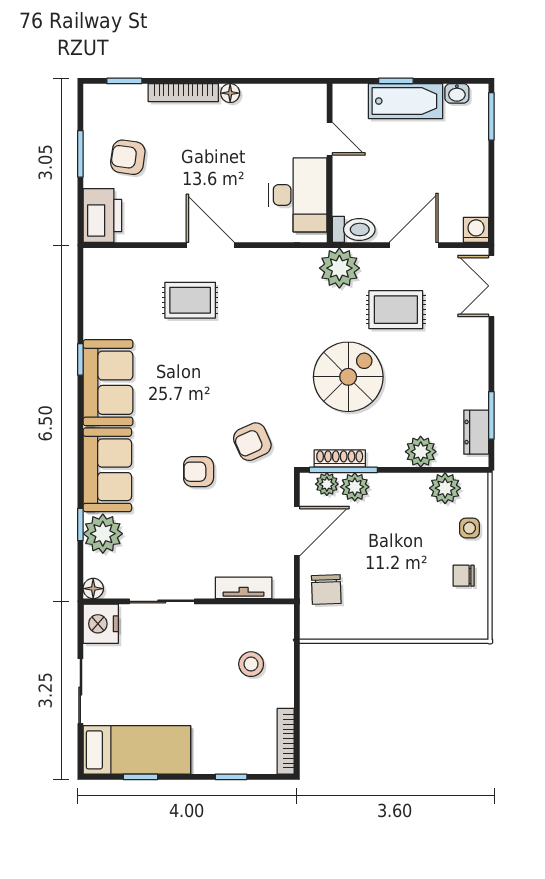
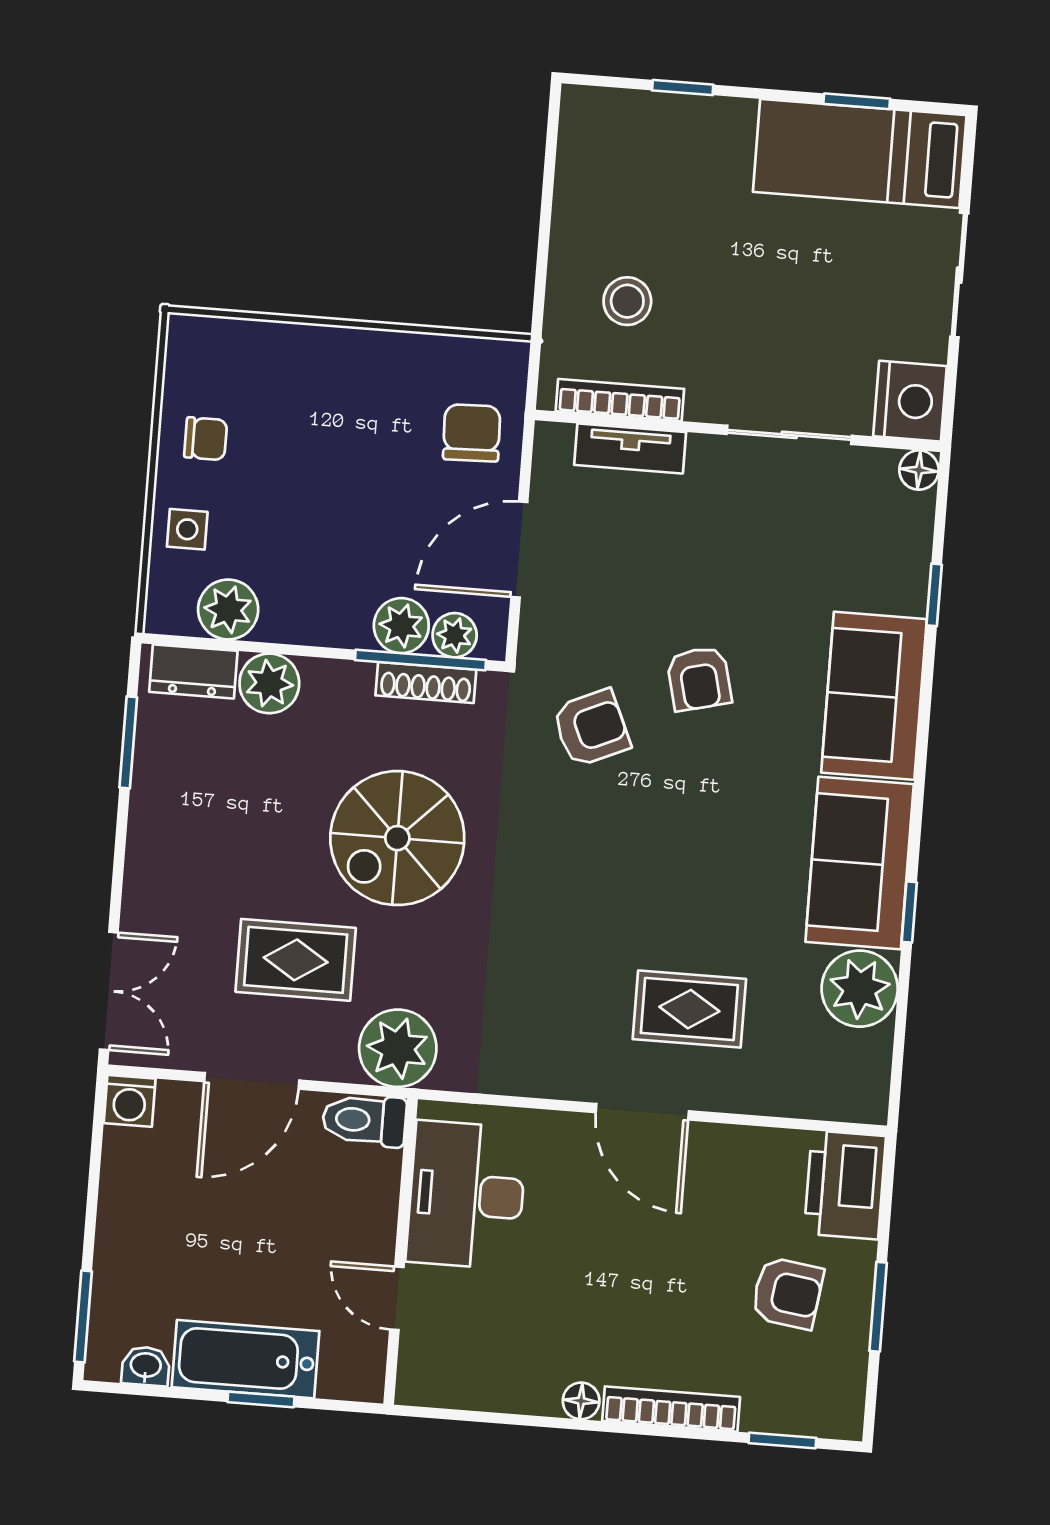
dresser: (476, 432) -> (193, 671), moved, turned 90
armchair: (199, 472) -> (699, 679), turned 76
plant: (103, 534) -> (860, 989), moved
bookcase: (286, 741) -> (620, 400), moved, turned -90

